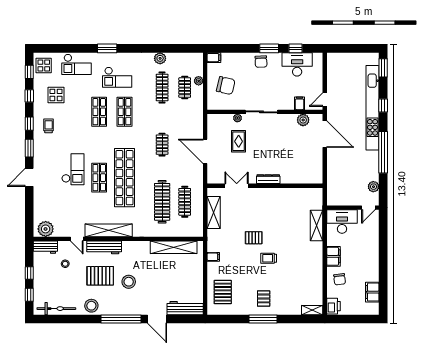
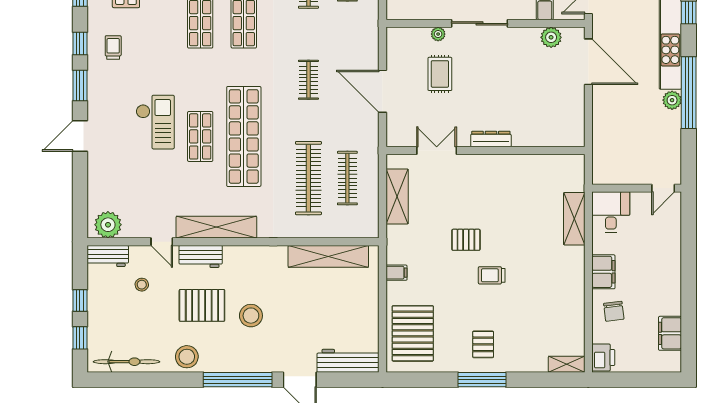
plant: (373, 187) -> (672, 100), moved
desk: (342, 222) -> (611, 212), width x0.73
workbench: (104, 247) -> (201, 257), width x0.73
pallet: (223, 292) -> (413, 333), width x1.37, depth x1.41

